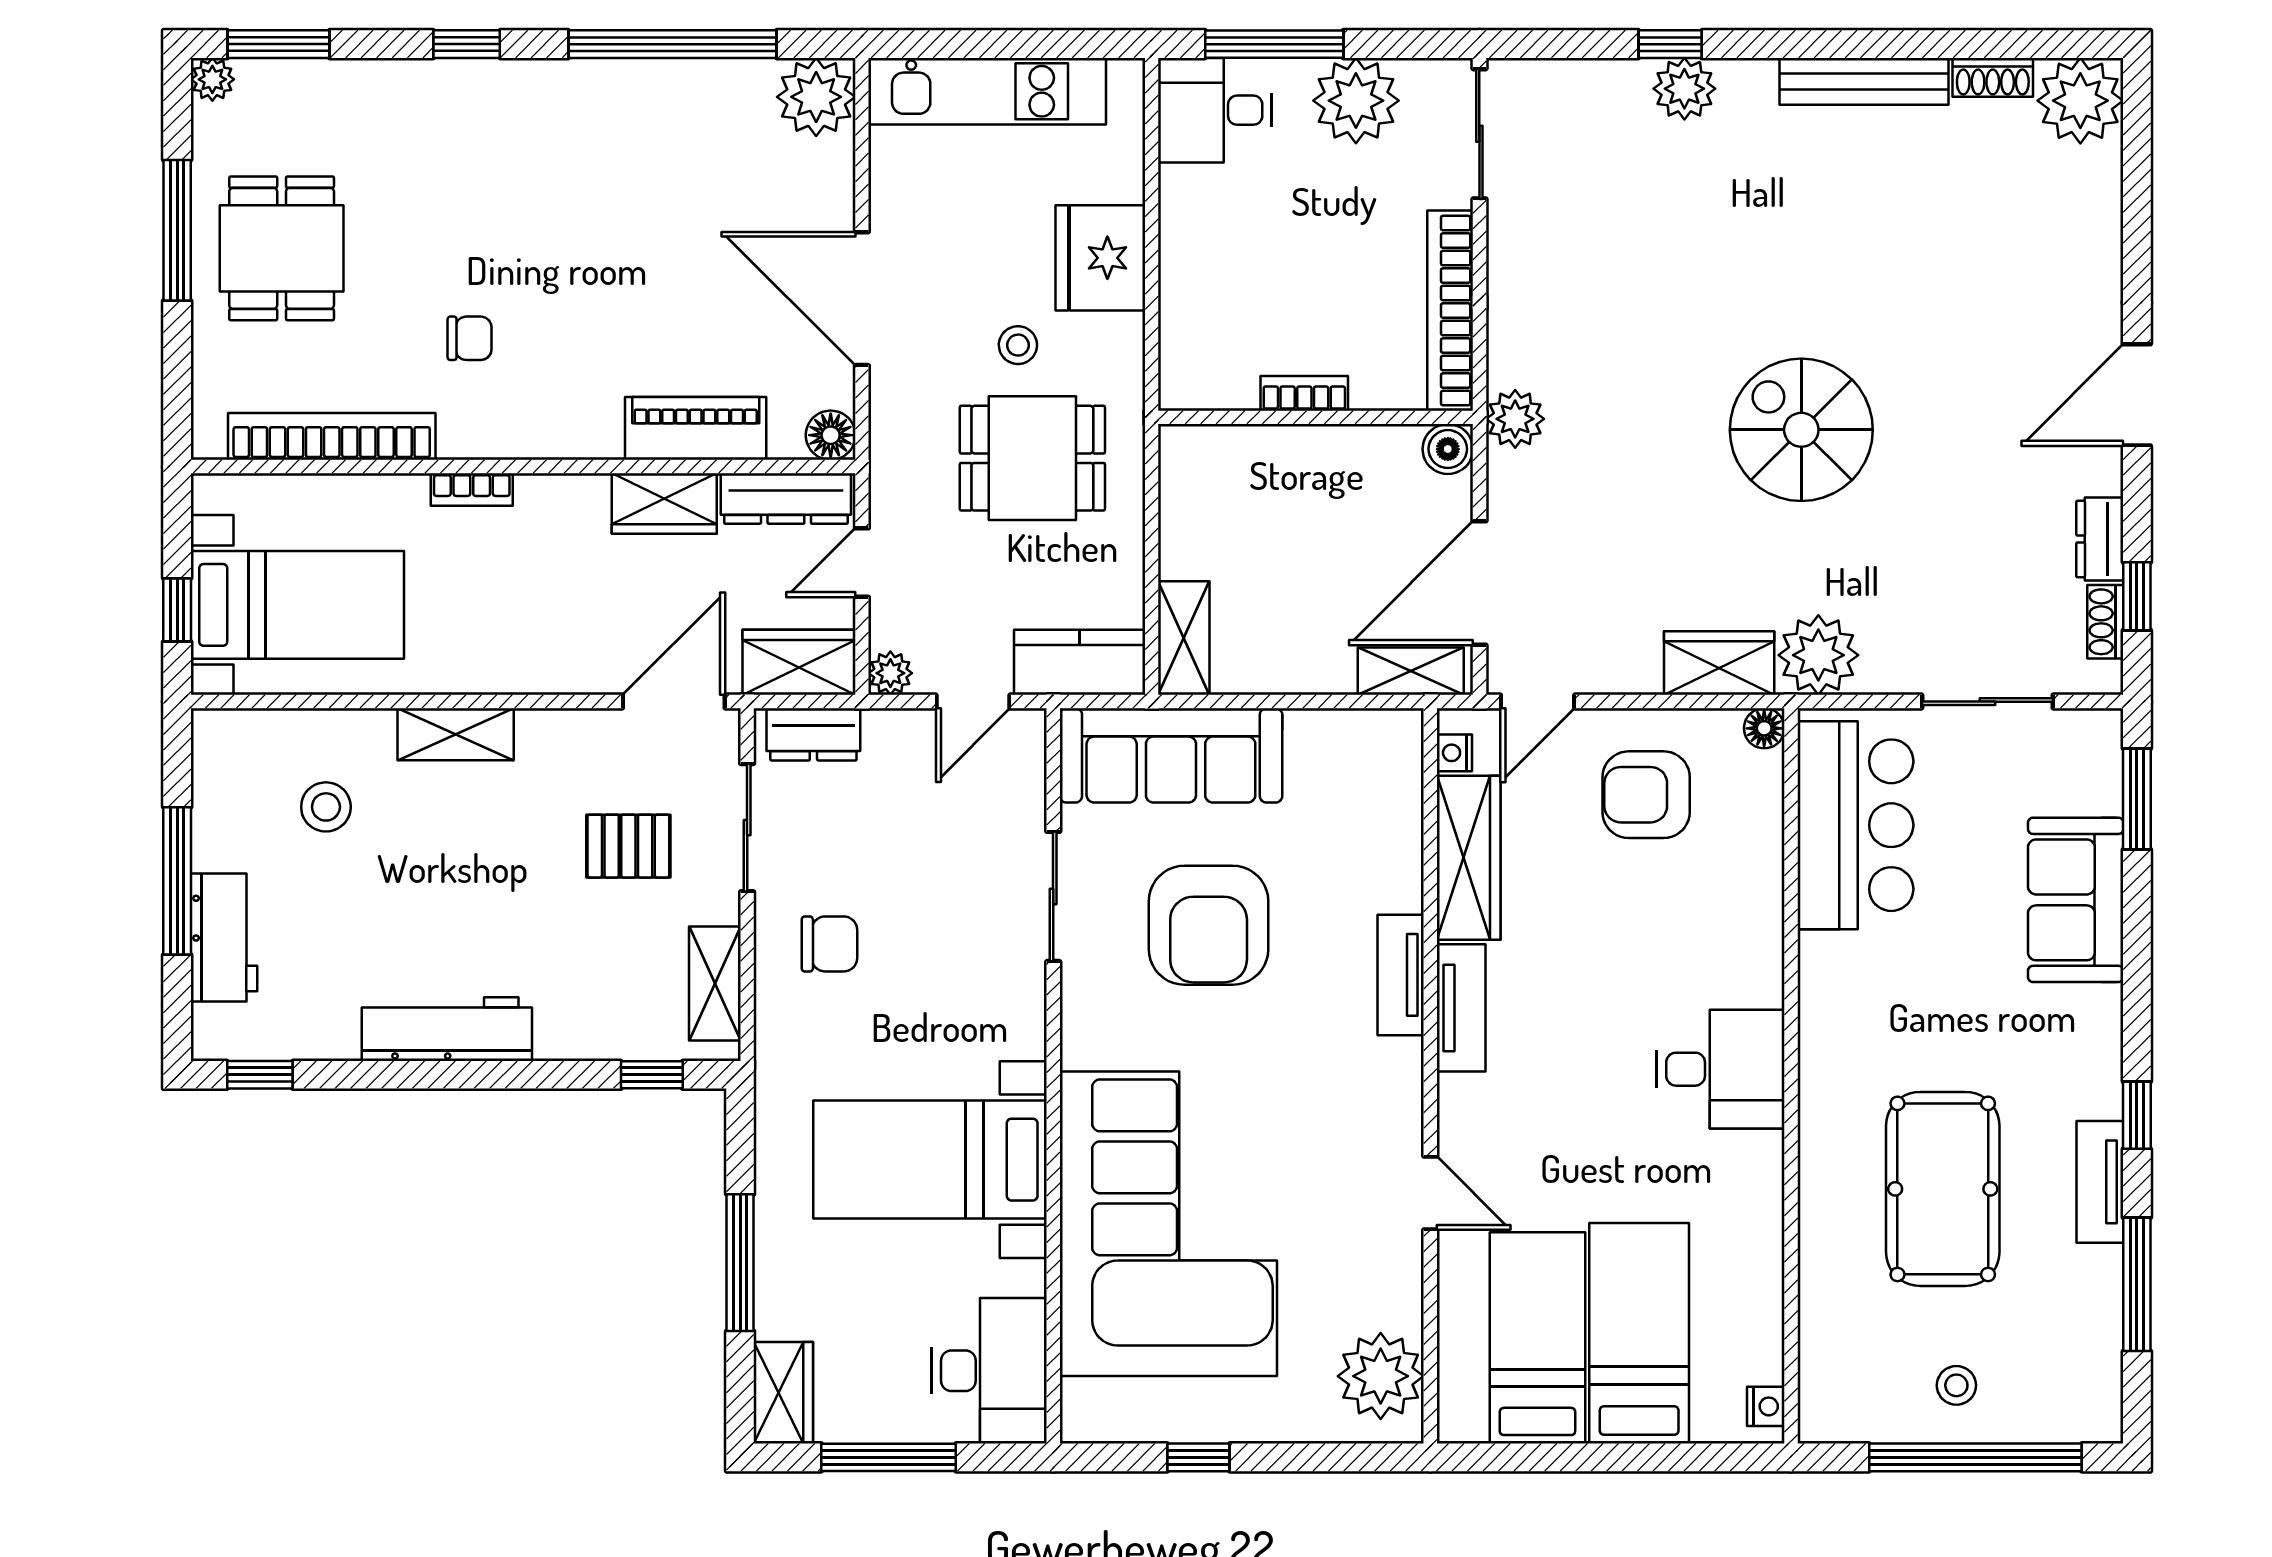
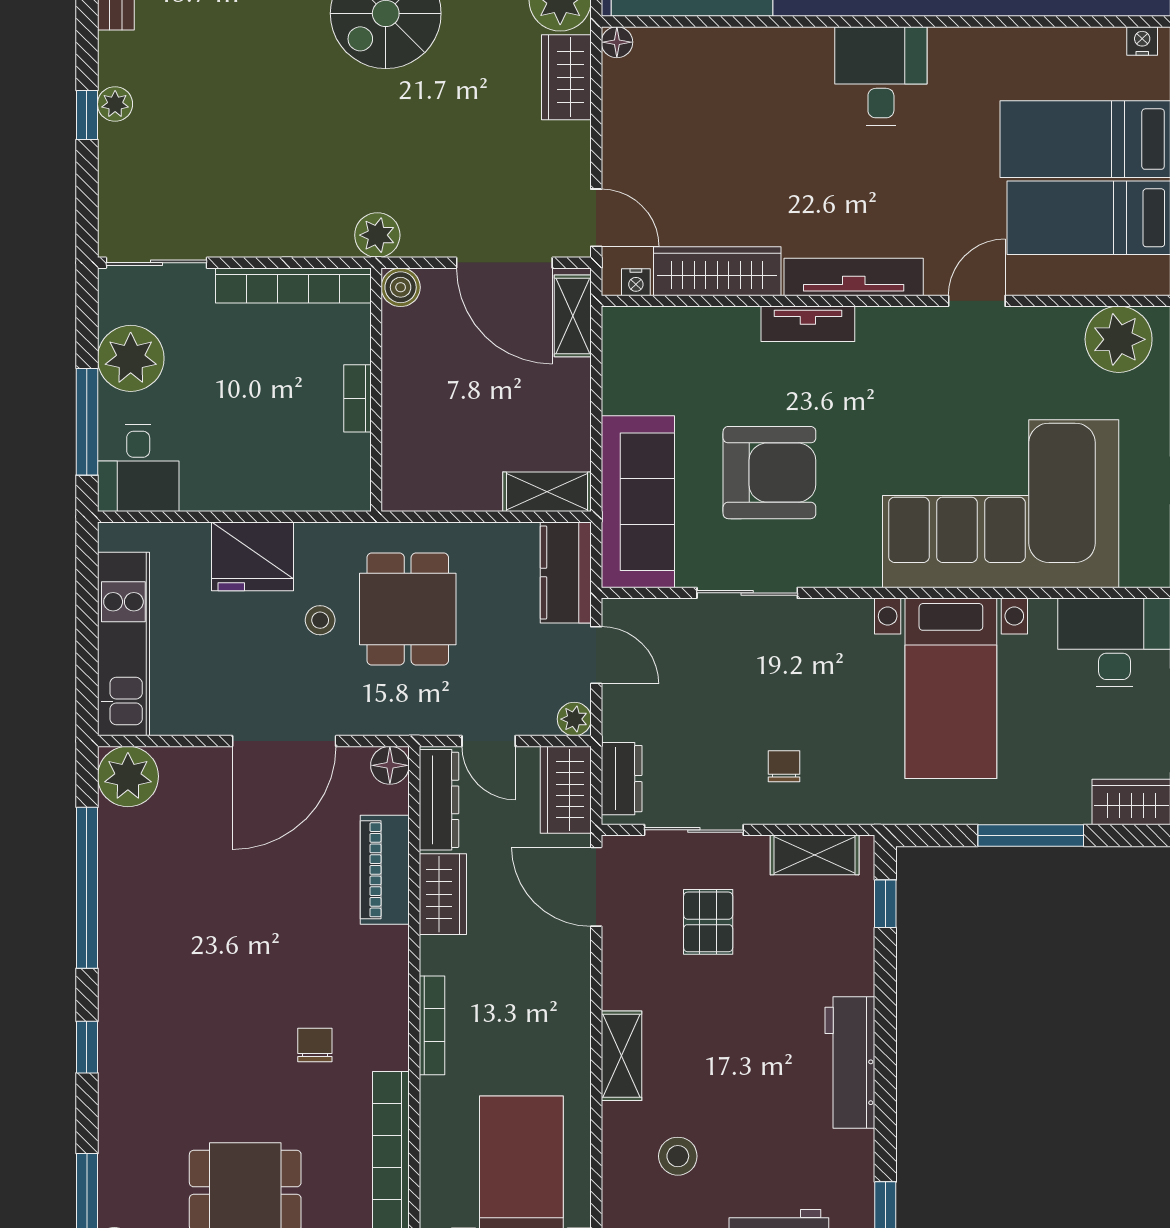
plant: (1684, 89) -> (115, 104), width x0.73, depth x0.73
bookcase: (472, 489) -> (432, 1025), width x1.56
armchair: (1646, 795) -> (668, 134), removed
chair: (829, 944) -> (784, 766), width x0.73, depth x0.73
tv unit: (1461, 1008) -> (854, 277), width x1.41

